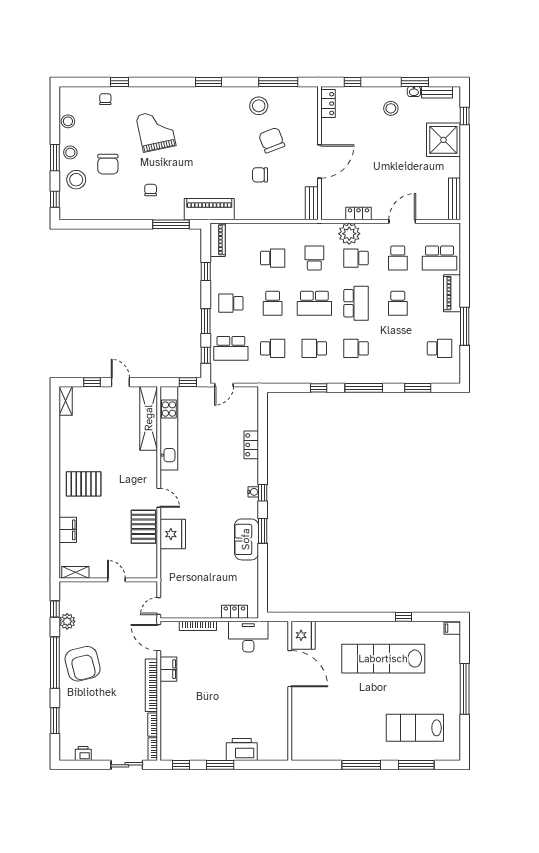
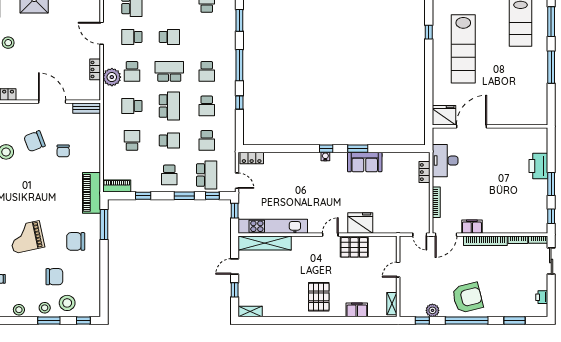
chair: (151, 190) -> (76, 241), width x1.87, depth x1.87
school desk: (398, 258) -> (132, 37), turned 180
school desk: (273, 348) -> (207, 140), turned 180
locker: (251, 445) -> (252, 158), moved

